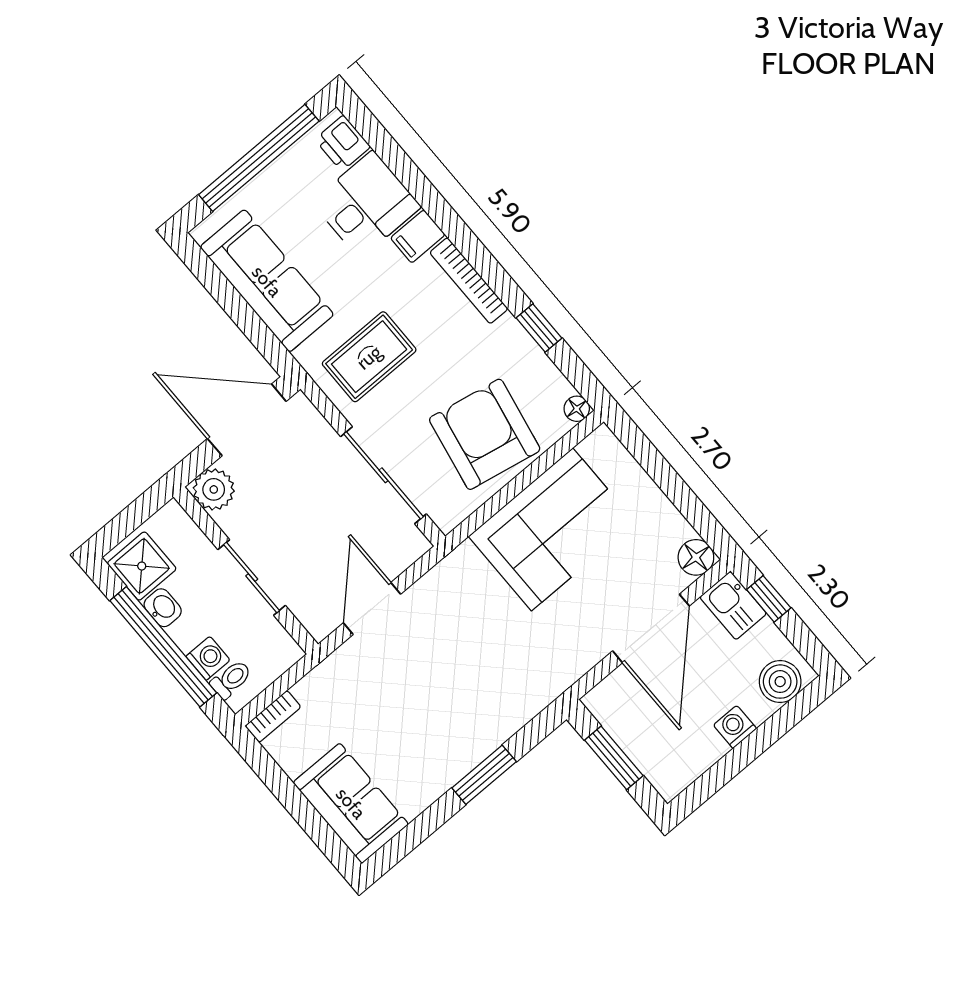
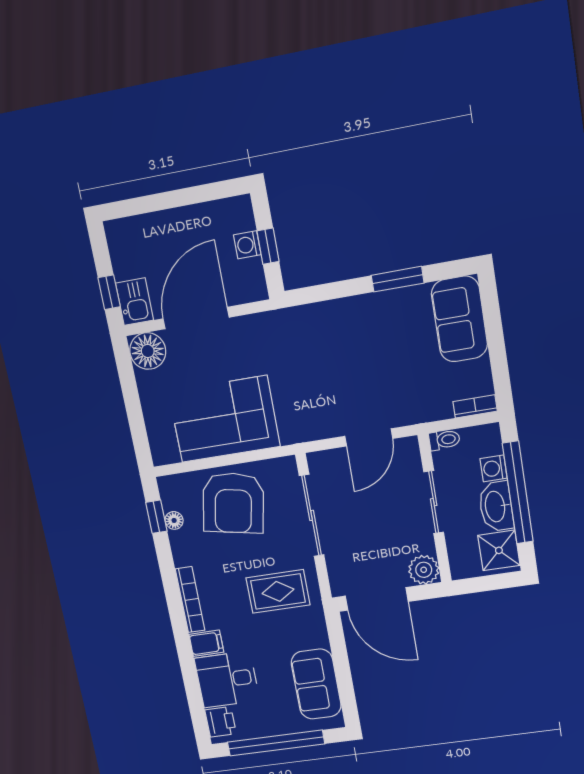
sofa: (267, 281) -> (316, 684), width x0.73
window: (539, 328) -> (156, 517), moved
floor lamp: (577, 409) -> (174, 520), moved
floor lamp: (696, 557) -> (148, 351), width x1.38, depth x1.38
washbasin: (163, 608) -> (496, 506), width x1.91, depth x1.45
toilet: (231, 679) -> (444, 440), moved, turned 180
boiler: (780, 682) -> (130, 233), removed
washing machine: (735, 727) -> (247, 245), moved, turned 90
window: (614, 758) -> (268, 246), width x0.67
window: (484, 775) -> (398, 279), moved

